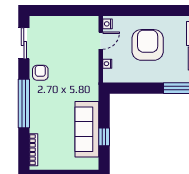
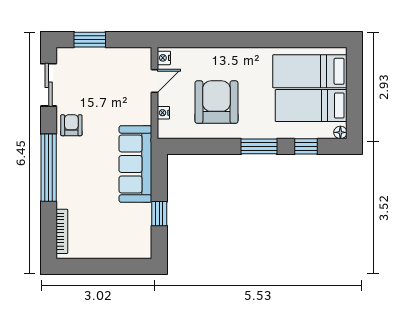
window: (54, 11) -> (90, 40), added
armchair: (148, 45) -> (216, 102), moved
sofa: (87, 129) -> (135, 164), moved

